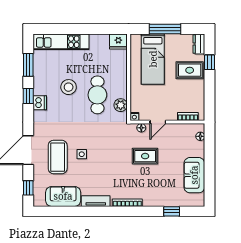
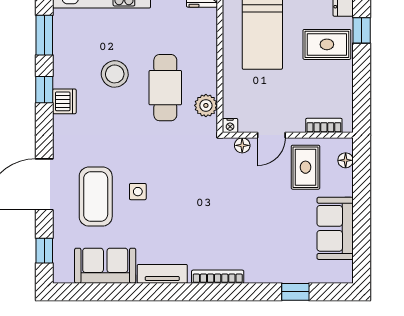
rug: (145, 156) -> (306, 167), moved, turned 90

